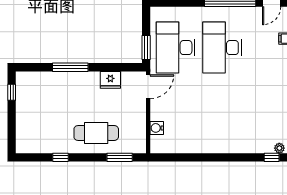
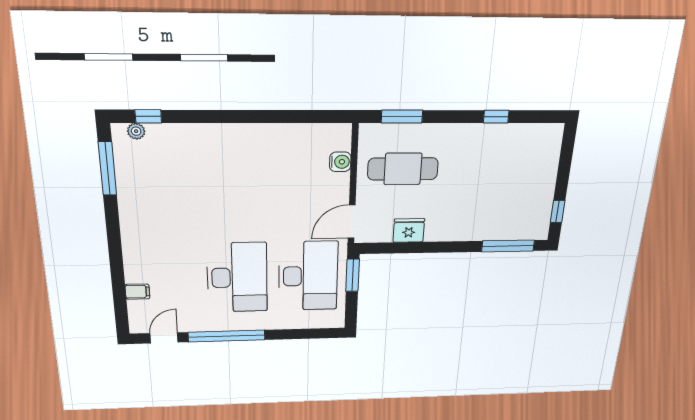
window: (70, 67) -> (508, 246), moved
cafe table: (96, 133) -> (403, 169), moved

